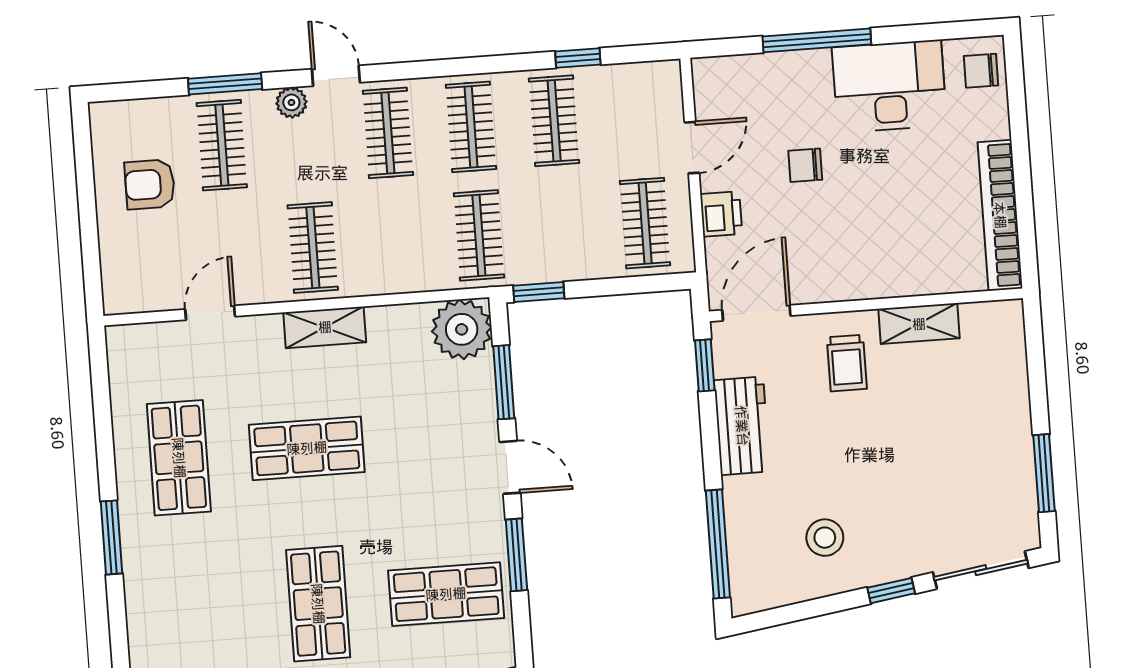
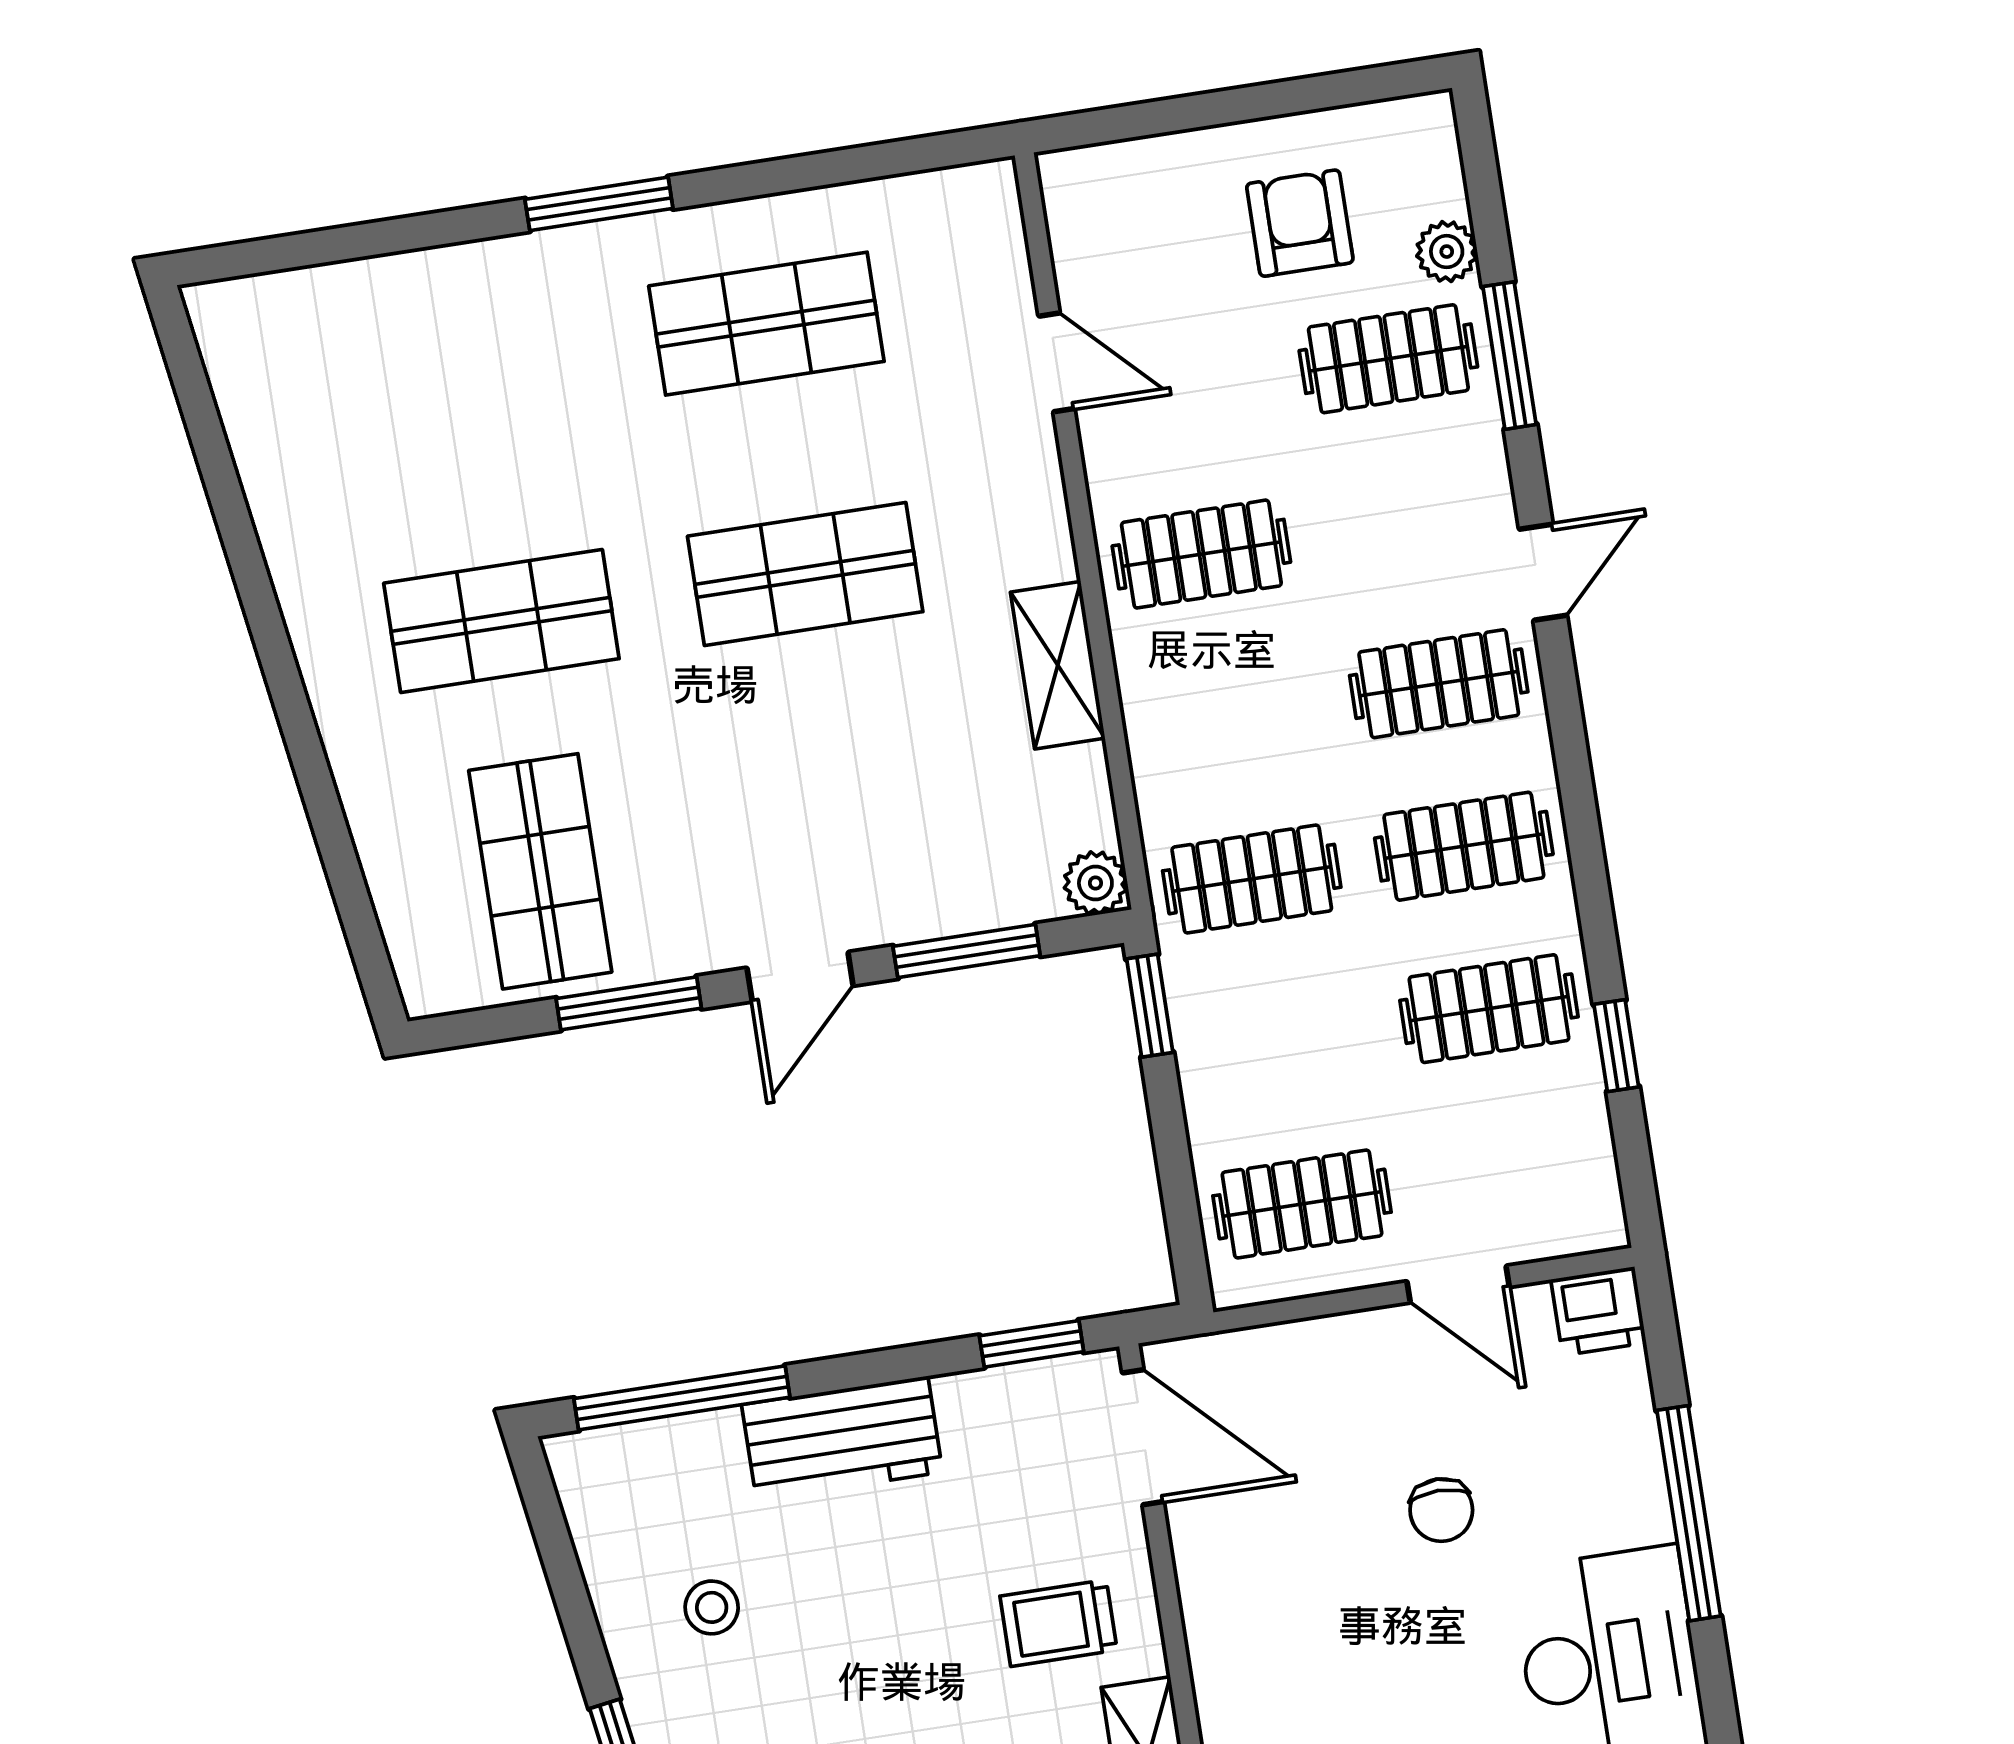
plant: (291, 102) -> (1447, 252), moved
chair: (805, 165) -> (1441, 1510), turned 180
printer: (721, 214) -> (1599, 1311), moved
shelving: (325, 327) -> (1058, 665), moved
plant: (462, 329) -> (1095, 883), width x0.53, depth x0.53
workbench: (742, 426) -> (842, 1438), moved
shop shelf: (307, 448) -> (805, 574), turned 90
stool: (825, 538) -> (712, 1607), width x0.73, depth x0.73

